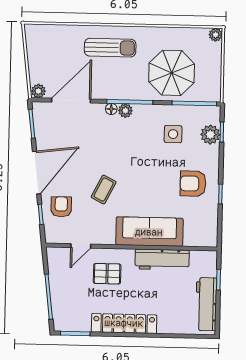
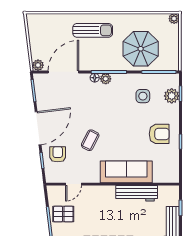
armchair: (193, 184) -> (159, 134), turned 180
pallet: (107, 274) -> (63, 214), moved

